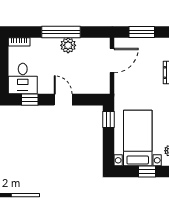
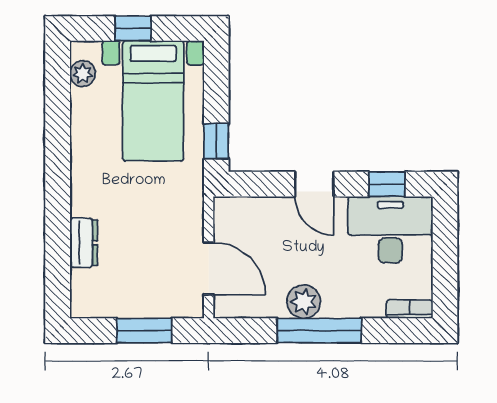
door: (112, 61) -> (209, 269), swing flipped
desk: (23, 79) -> (390, 230), width x1.37

